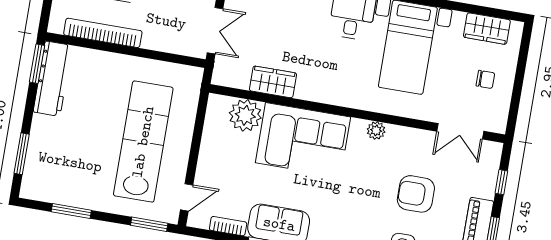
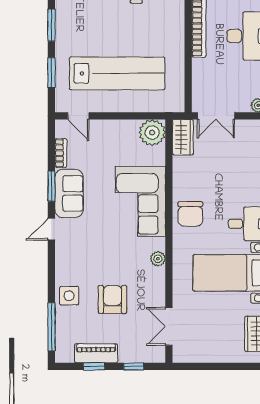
chair: (485, 79) -> (190, 214), moved, width x1.87, depth x1.87
wardrobe: (273, 82) -> (183, 137), moved
plant: (245, 115) -> (152, 133), moved
window: (149, 224) -> (51, 73), moved

